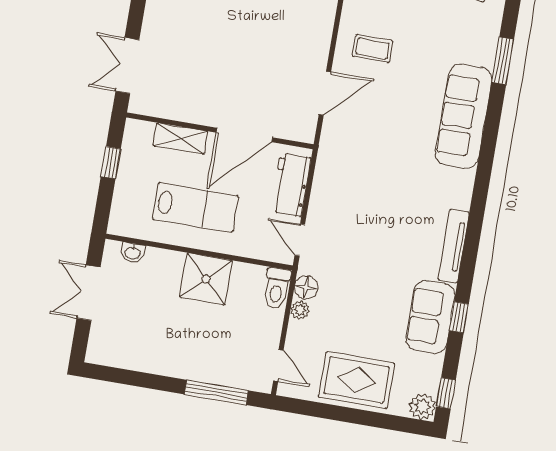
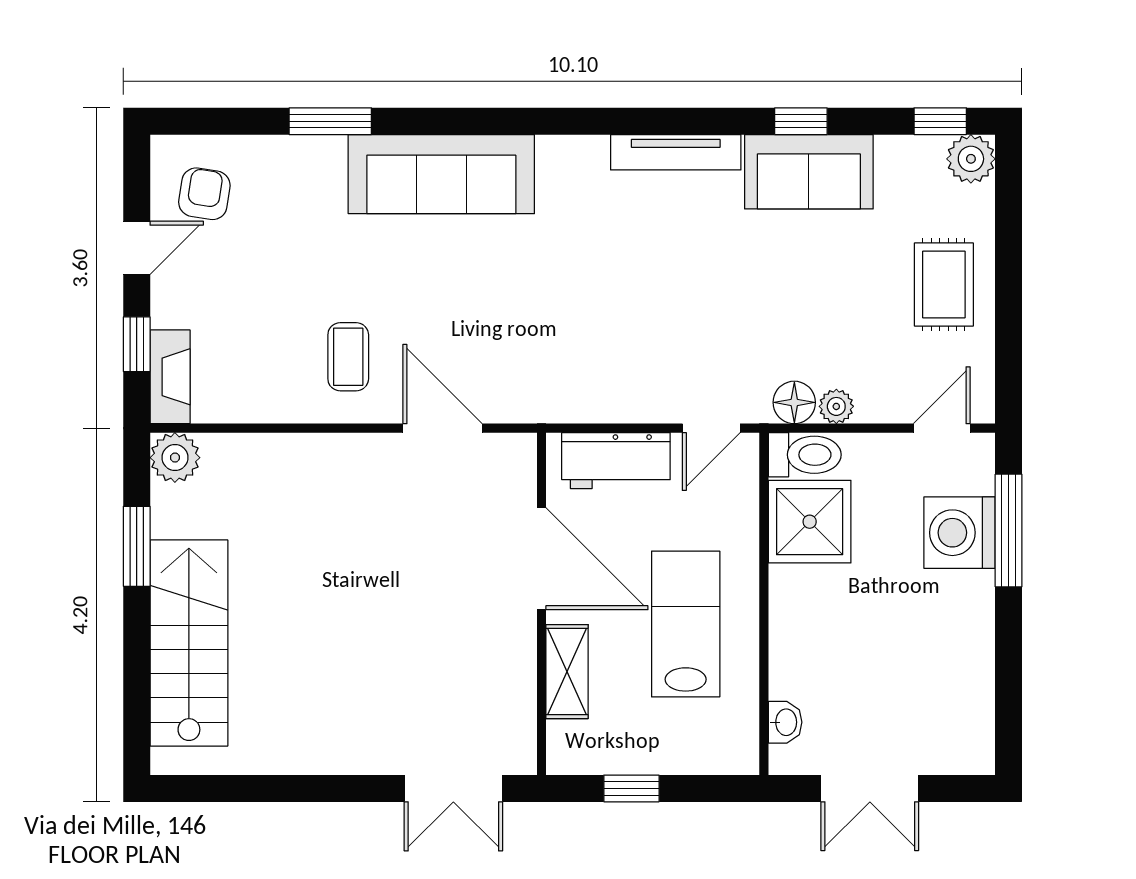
shower: (206, 279) -> (810, 522), moved
washing machine: (220, 365) -> (960, 533), added
rug: (356, 380) -> (944, 285), width x0.73, depth x0.70

